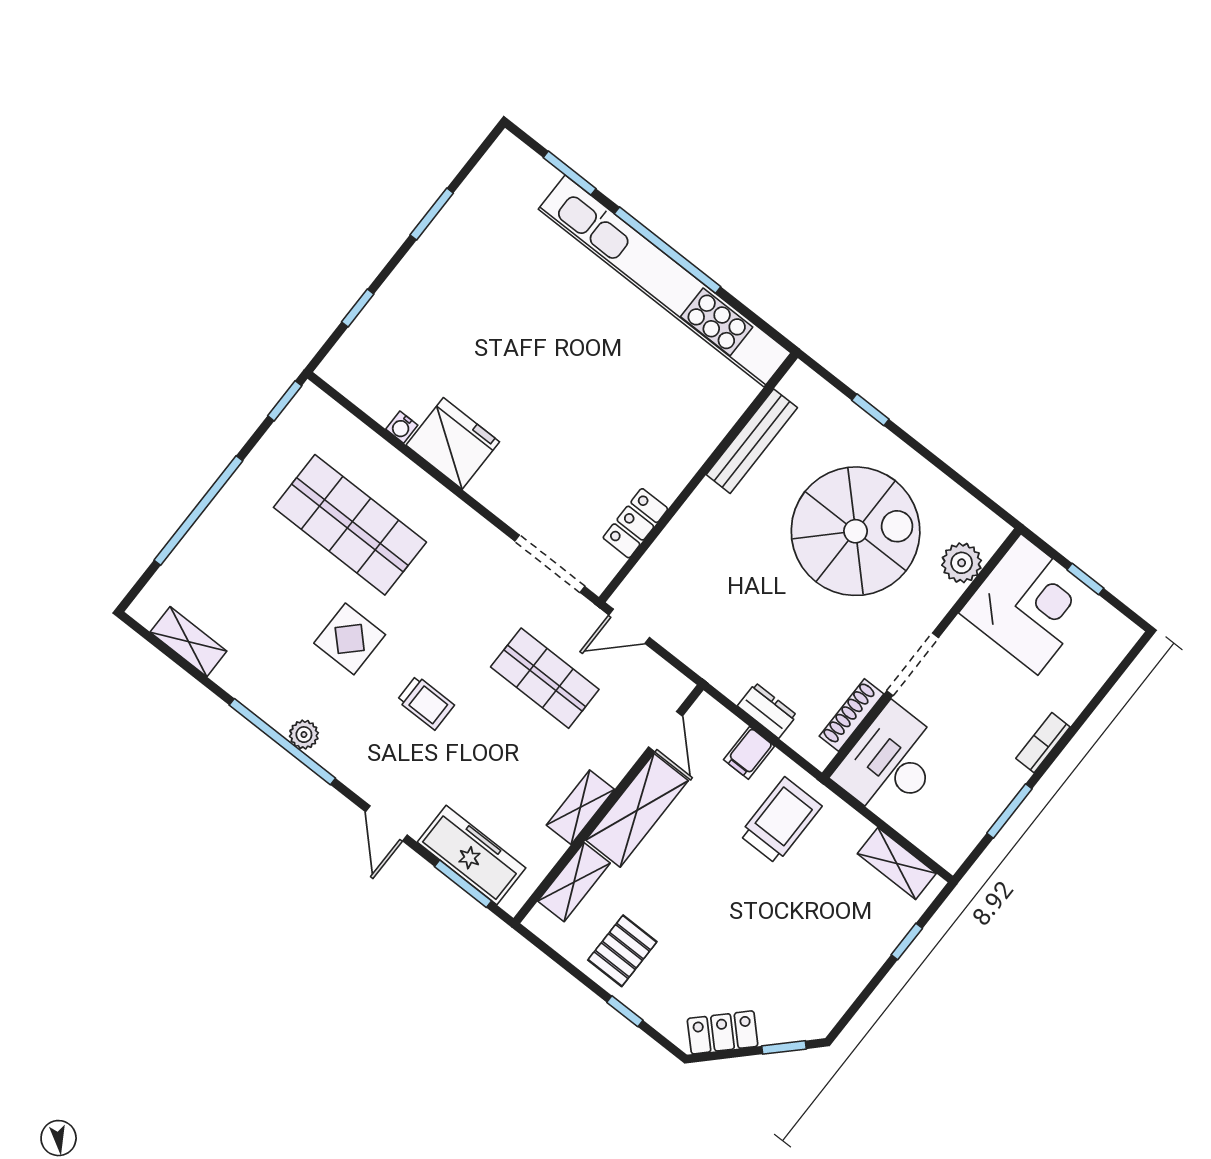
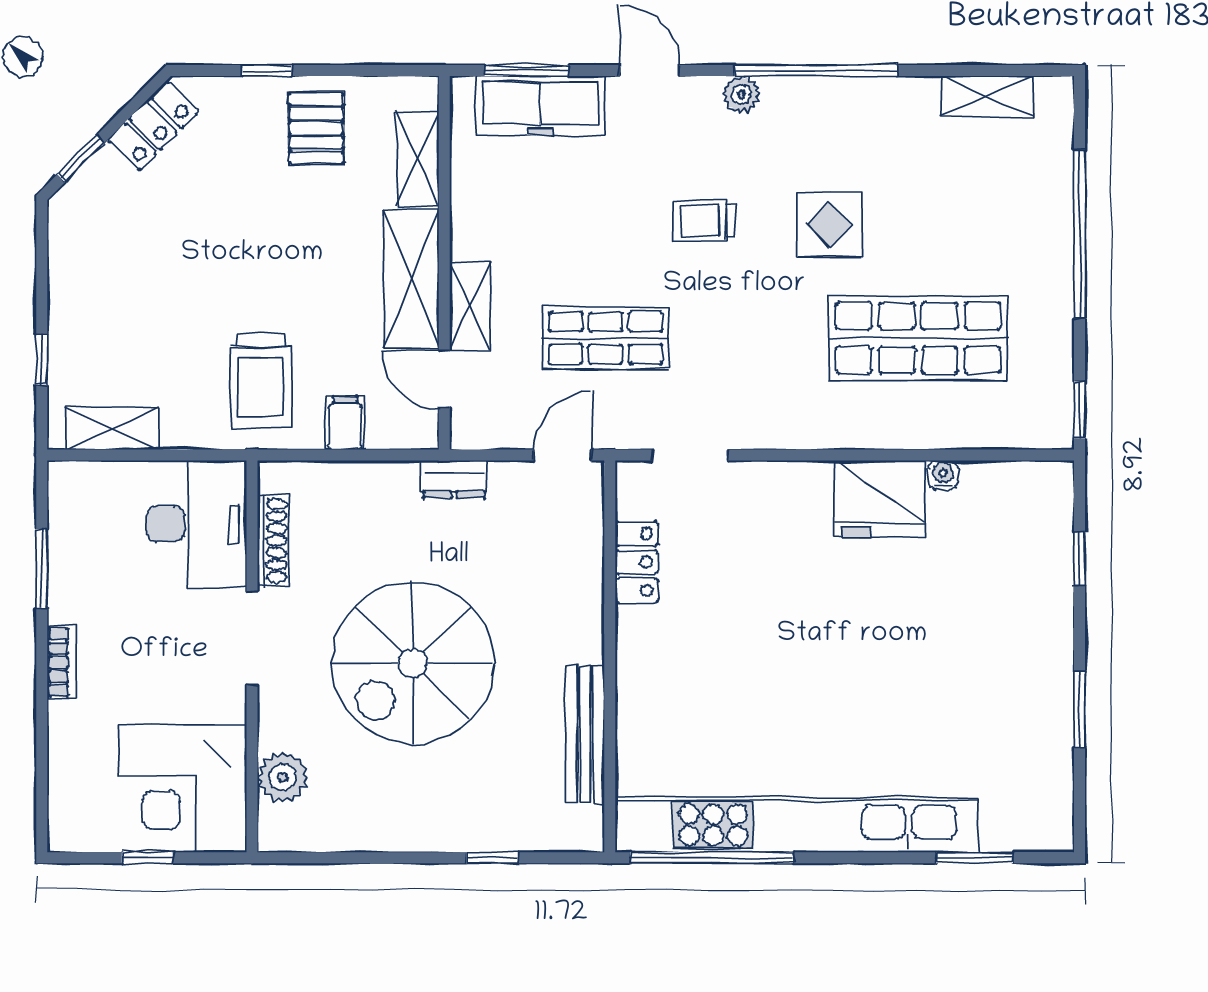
window: (668, 250) -> (712, 858), moved
spiral stairs: (856, 531) -> (413, 663), moved
doorway: (550, 564) -> (690, 455), width x0.73
dresser: (767, 711) -> (454, 479), moved
plant: (304, 735) -> (741, 94), moved
shelving: (580, 807) -> (470, 306), moved

